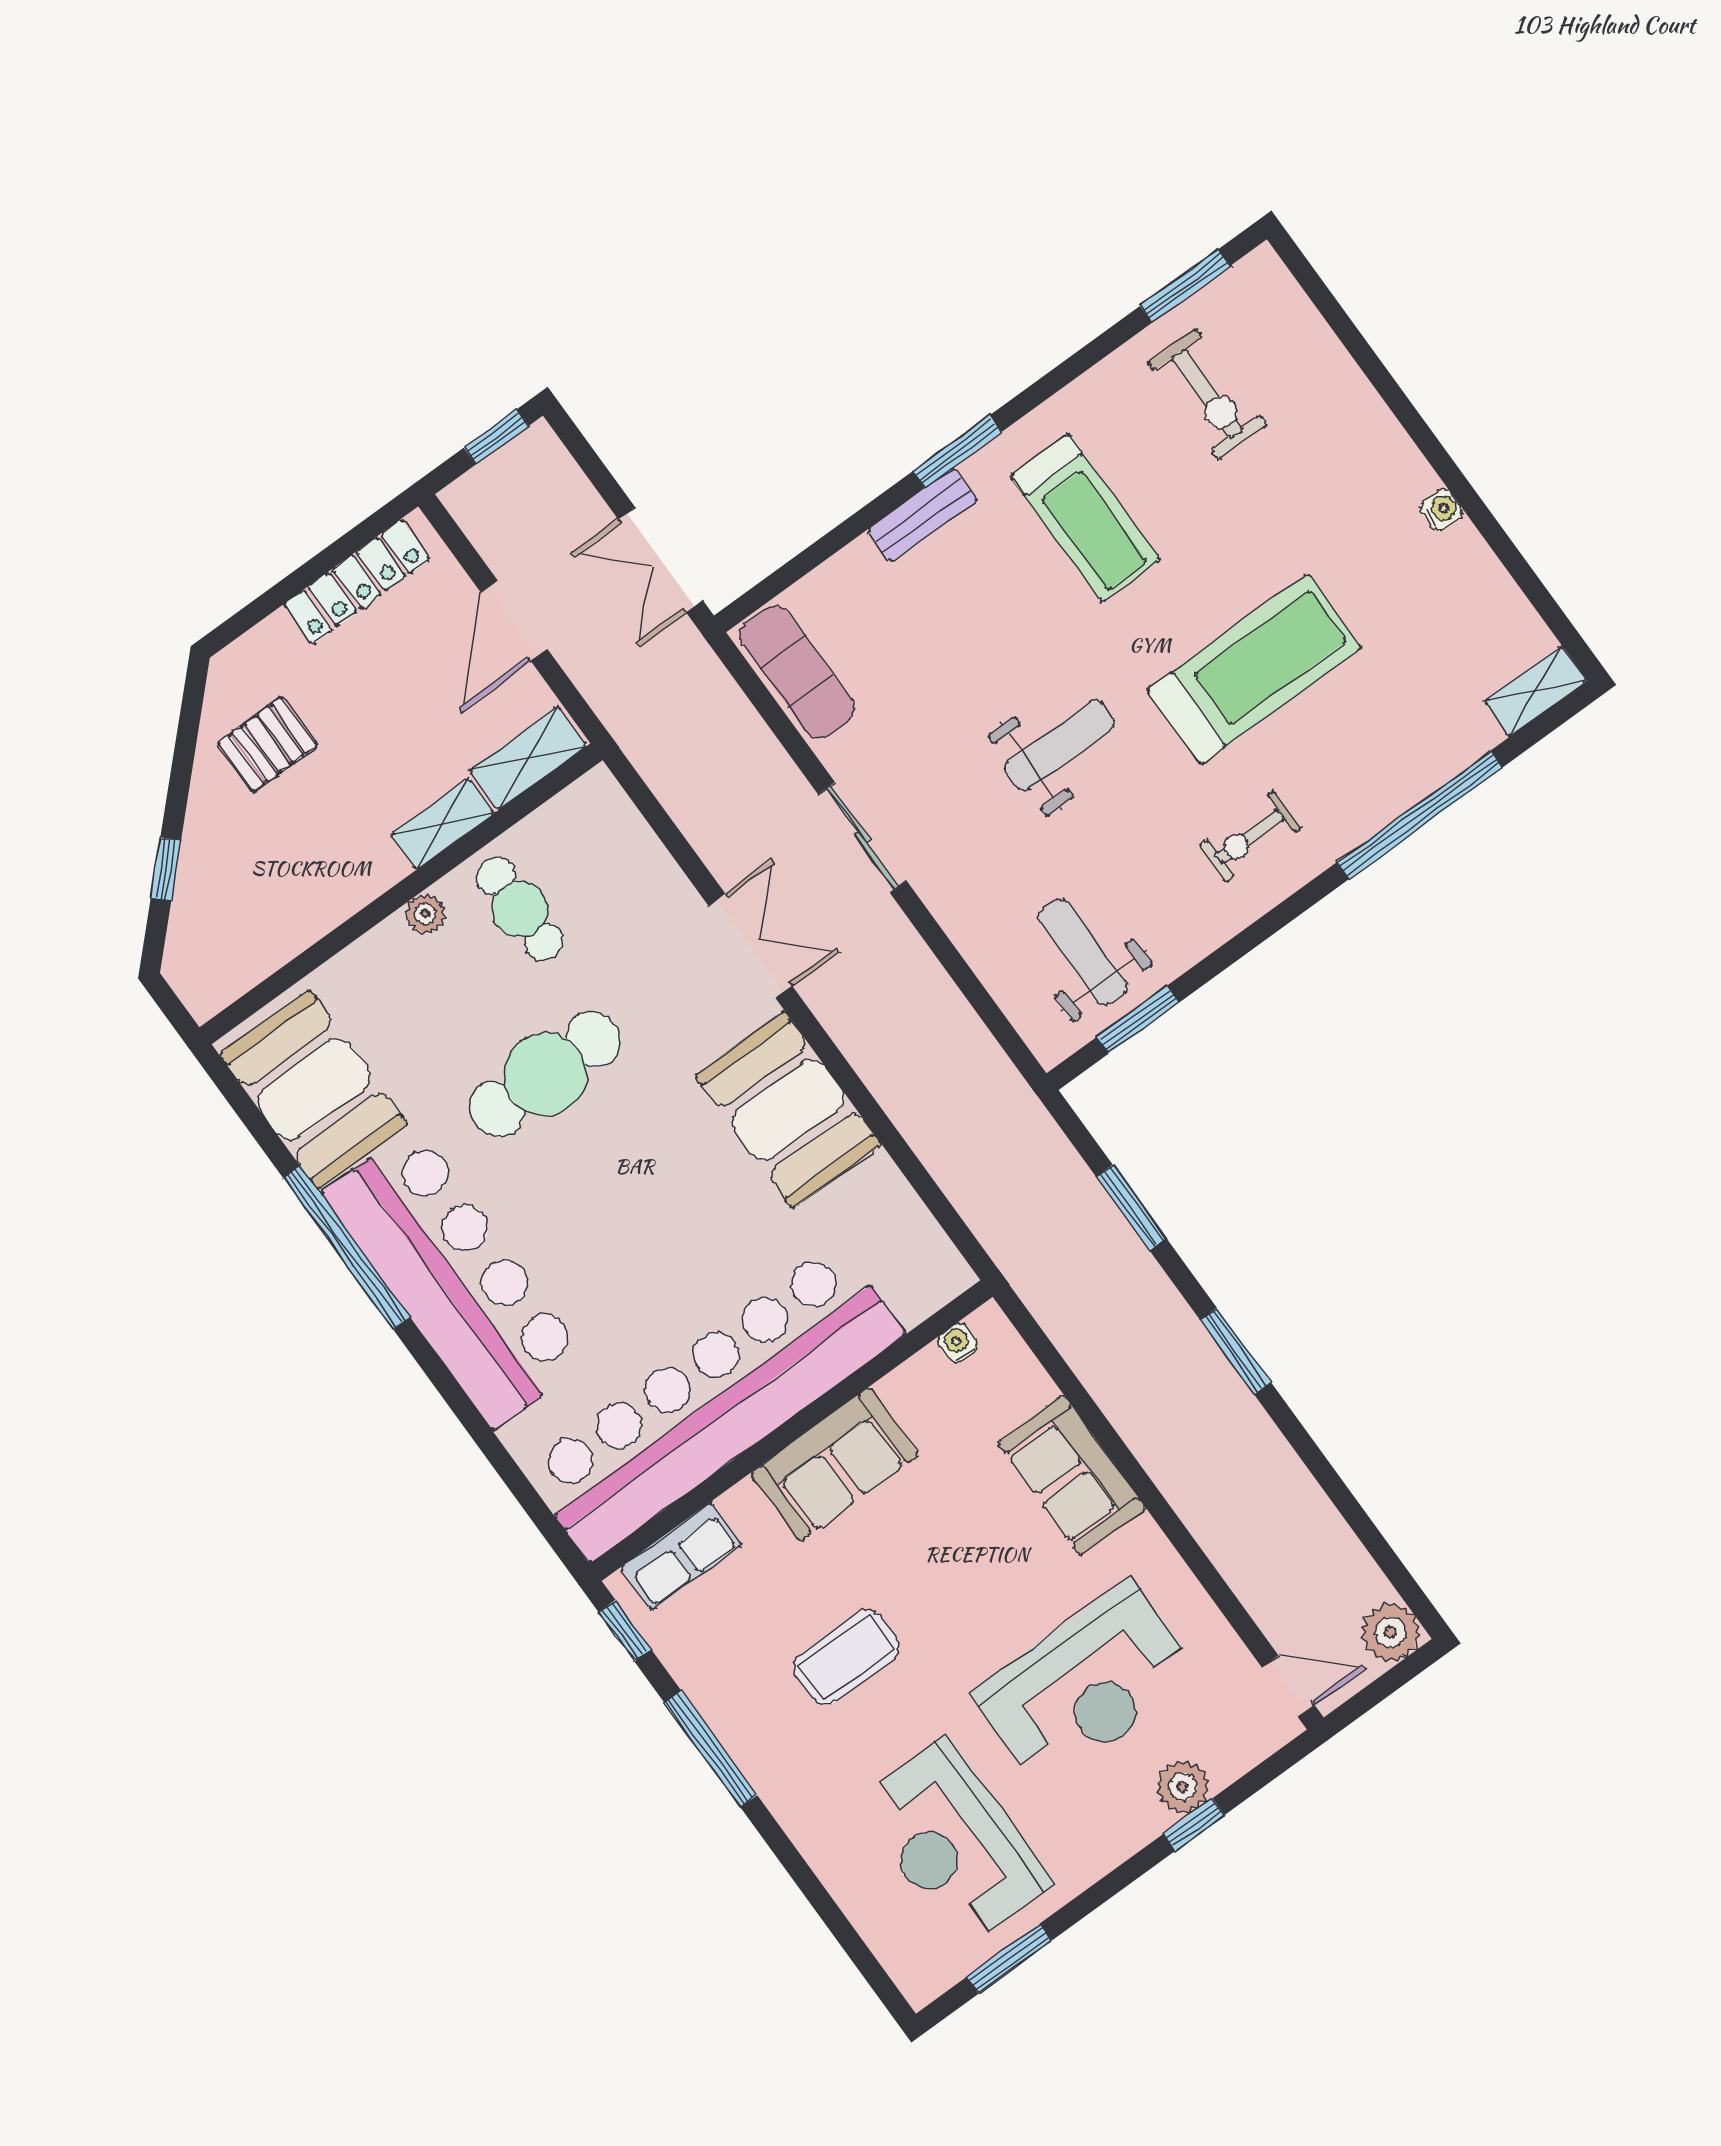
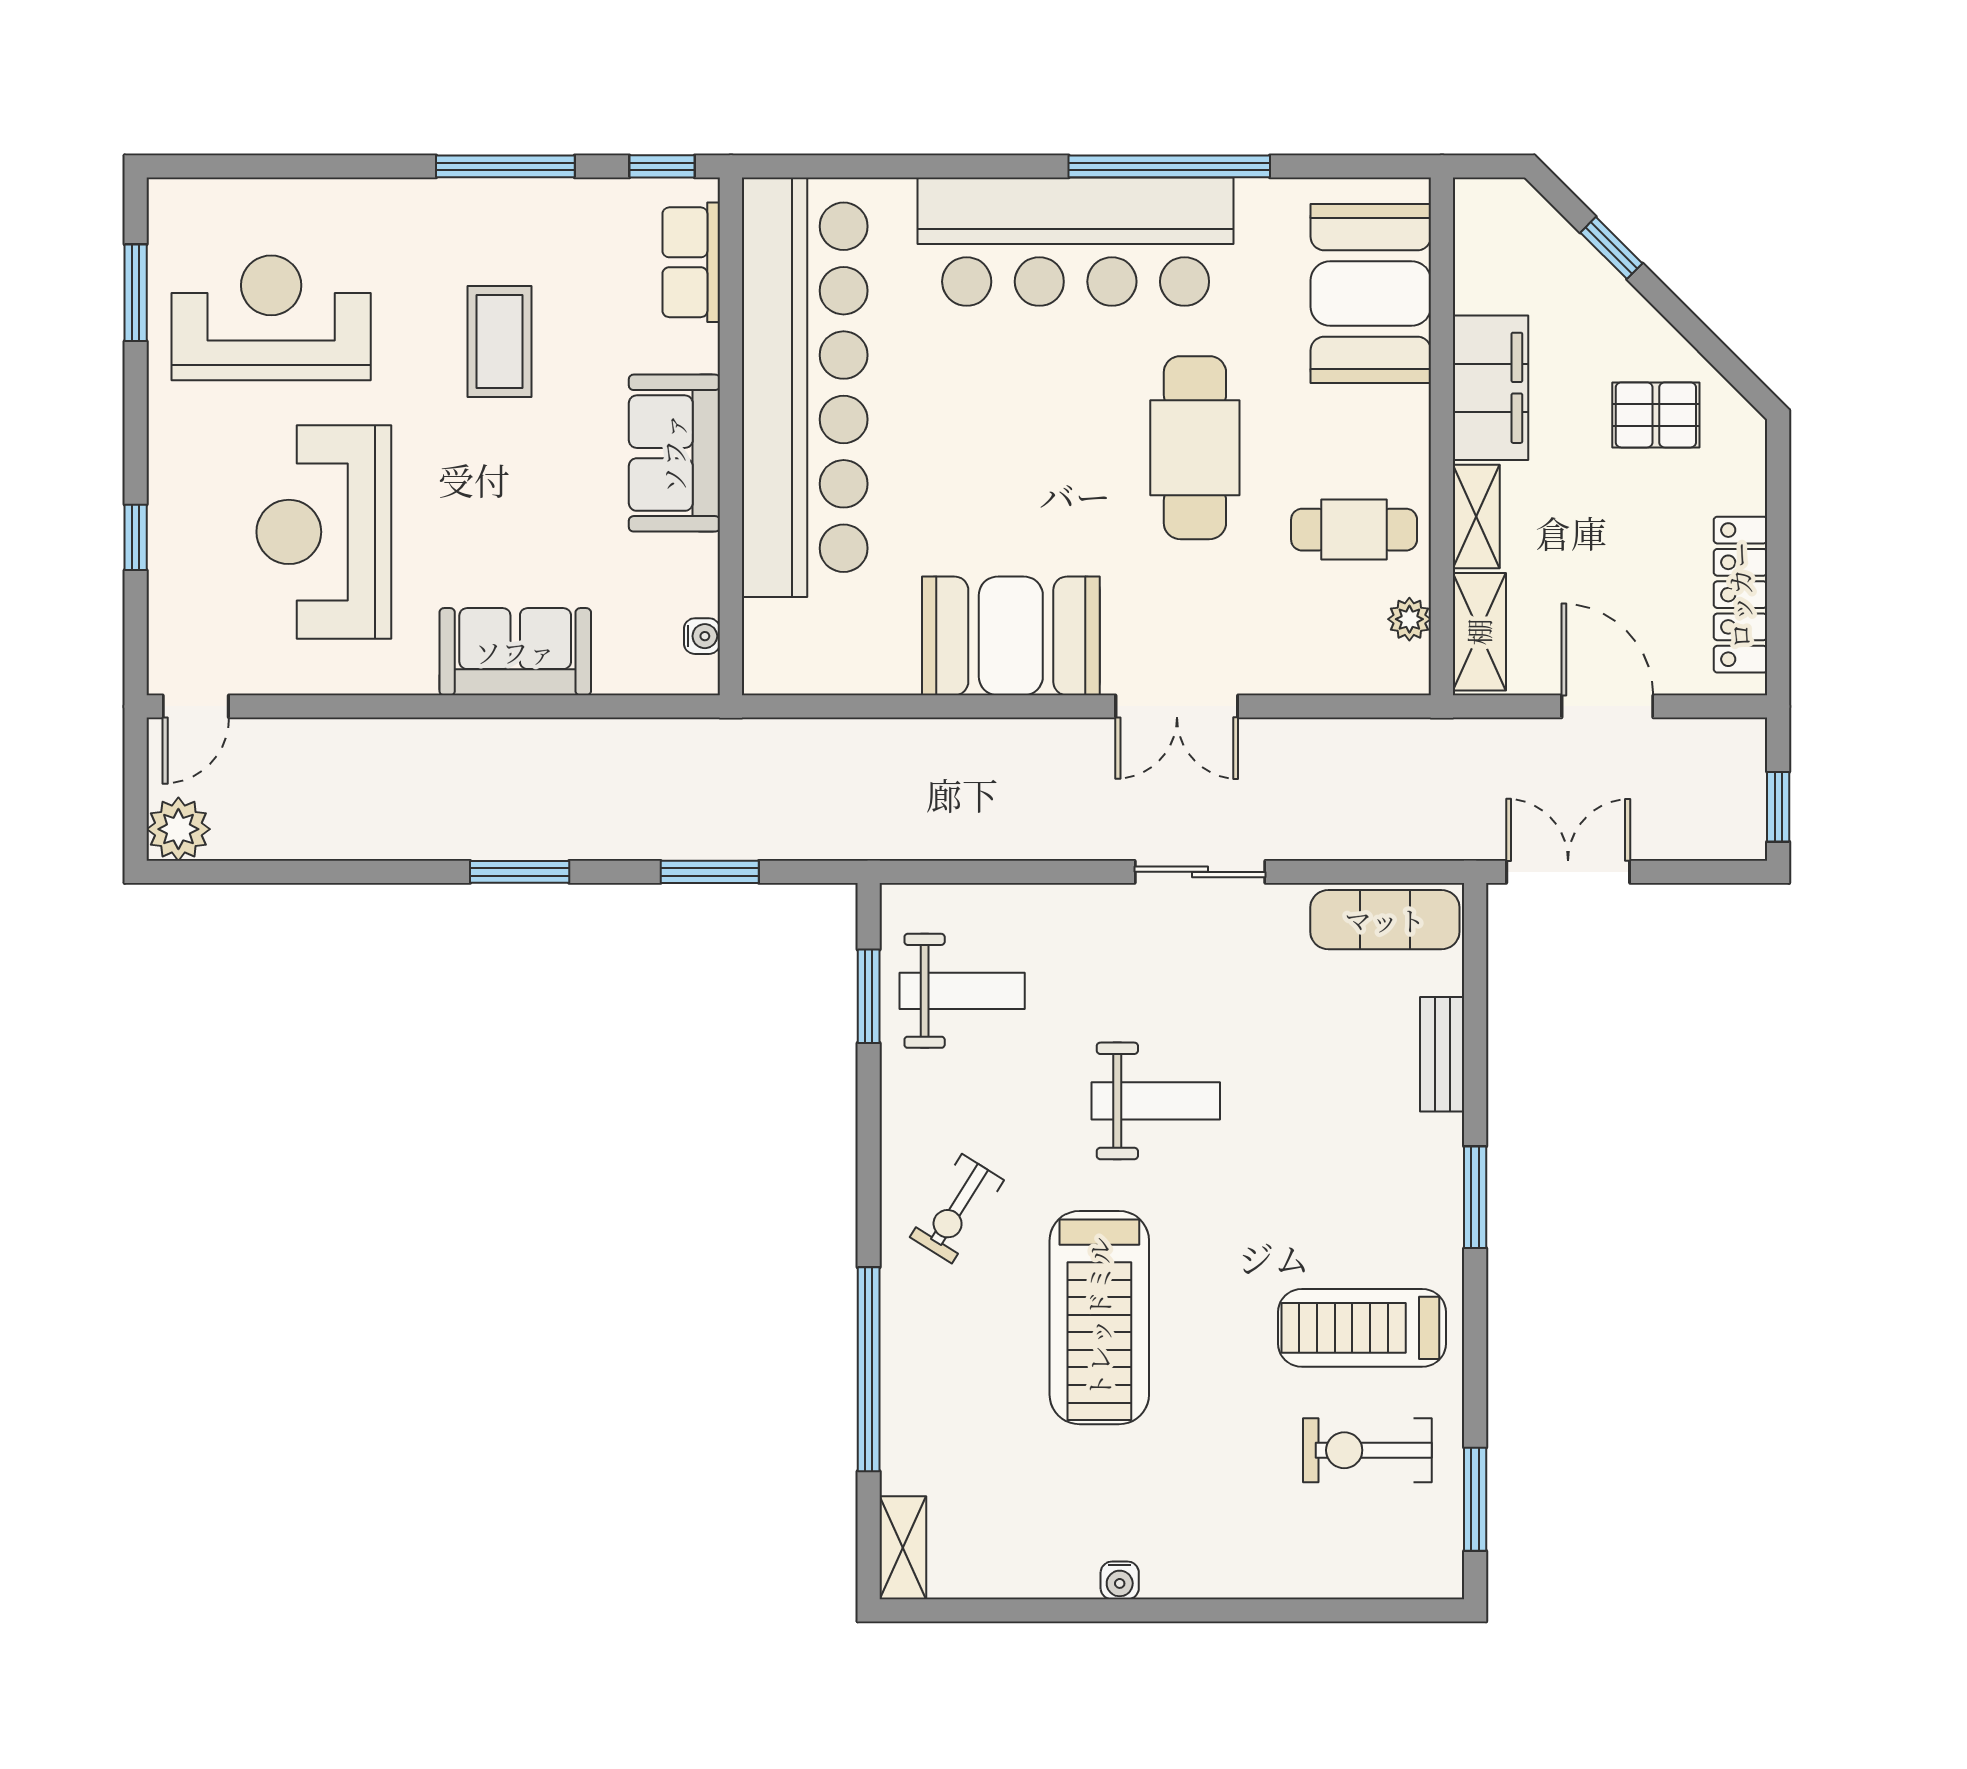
bench: (922, 515) -> (1442, 1054), moved
treadmill: (1085, 518) -> (1362, 1328), moved
pallet: (267, 744) -> (1656, 415), turned 90
weight bench: (1060, 745) -> (1156, 1101), turned -90
exercise bike: (1250, 836) -> (957, 1209), turned -148
filing cabinet: (338, 884) -> (1491, 388), added
plant: (425, 914) -> (1409, 619), moved
booth: (314, 1089) -> (1371, 294), moved, turned 90
plant: (1183, 1787) -> (175, 552), removed

